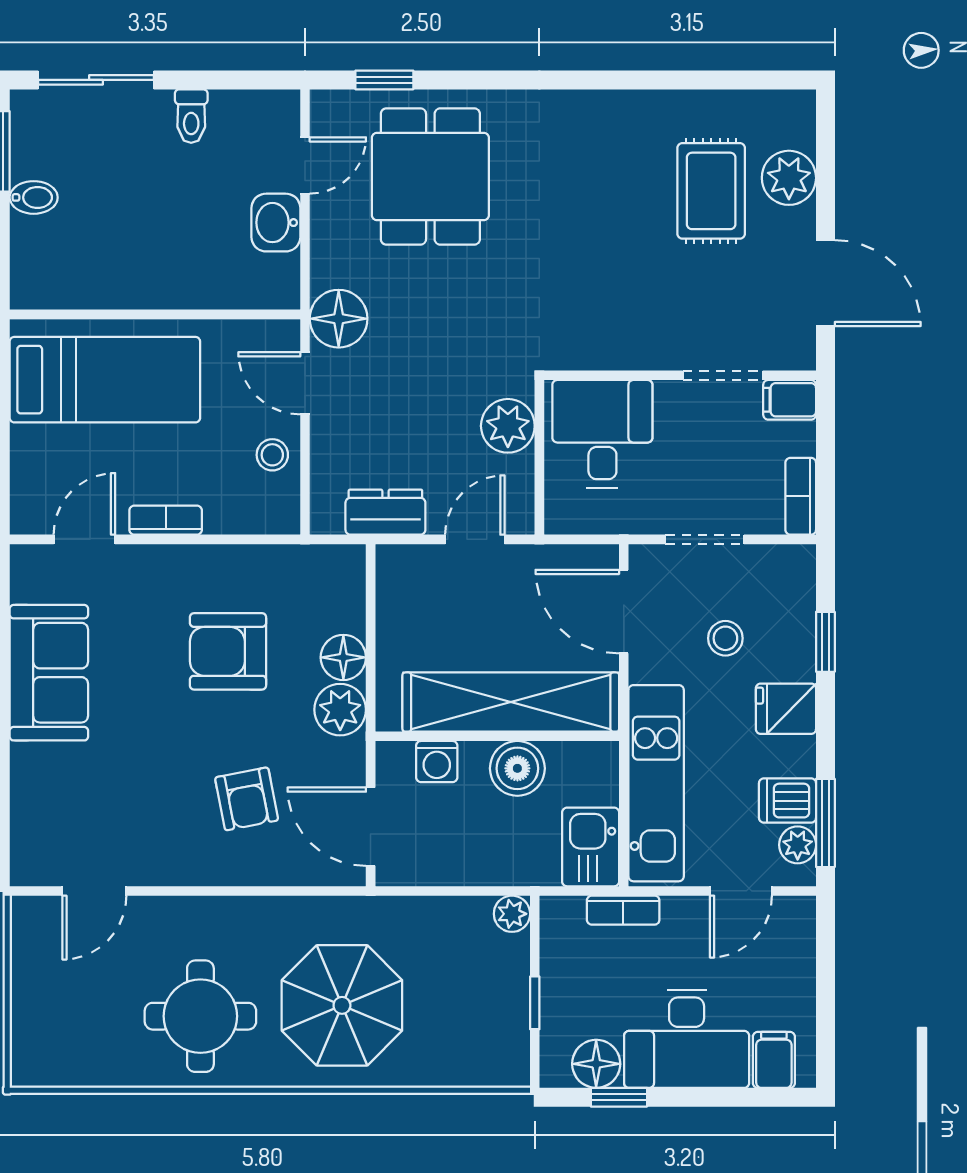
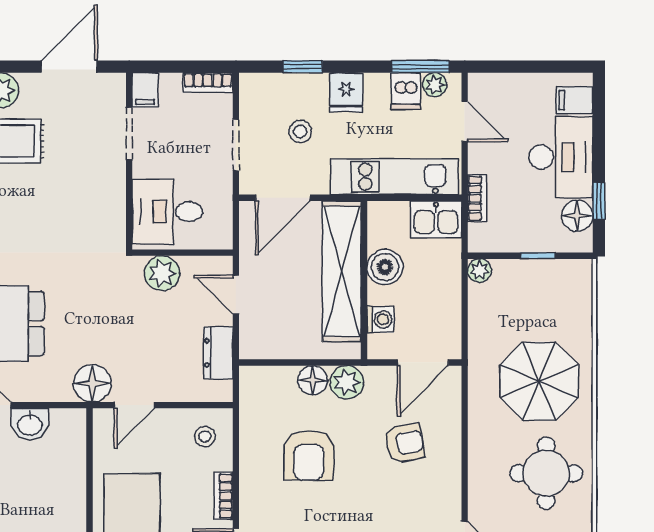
stool: (272, 455) -> (205, 436), moved

